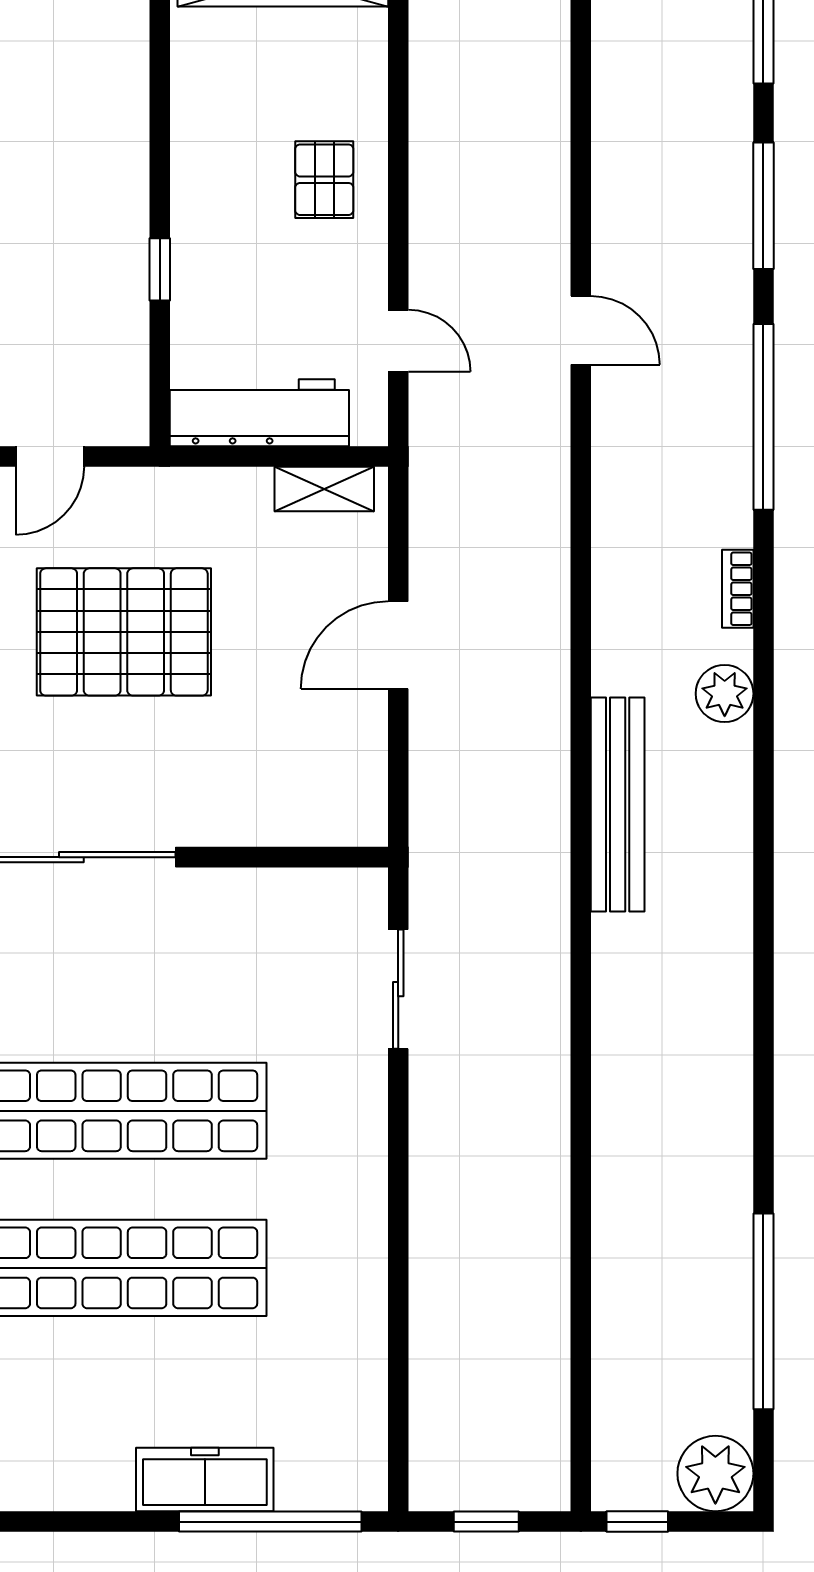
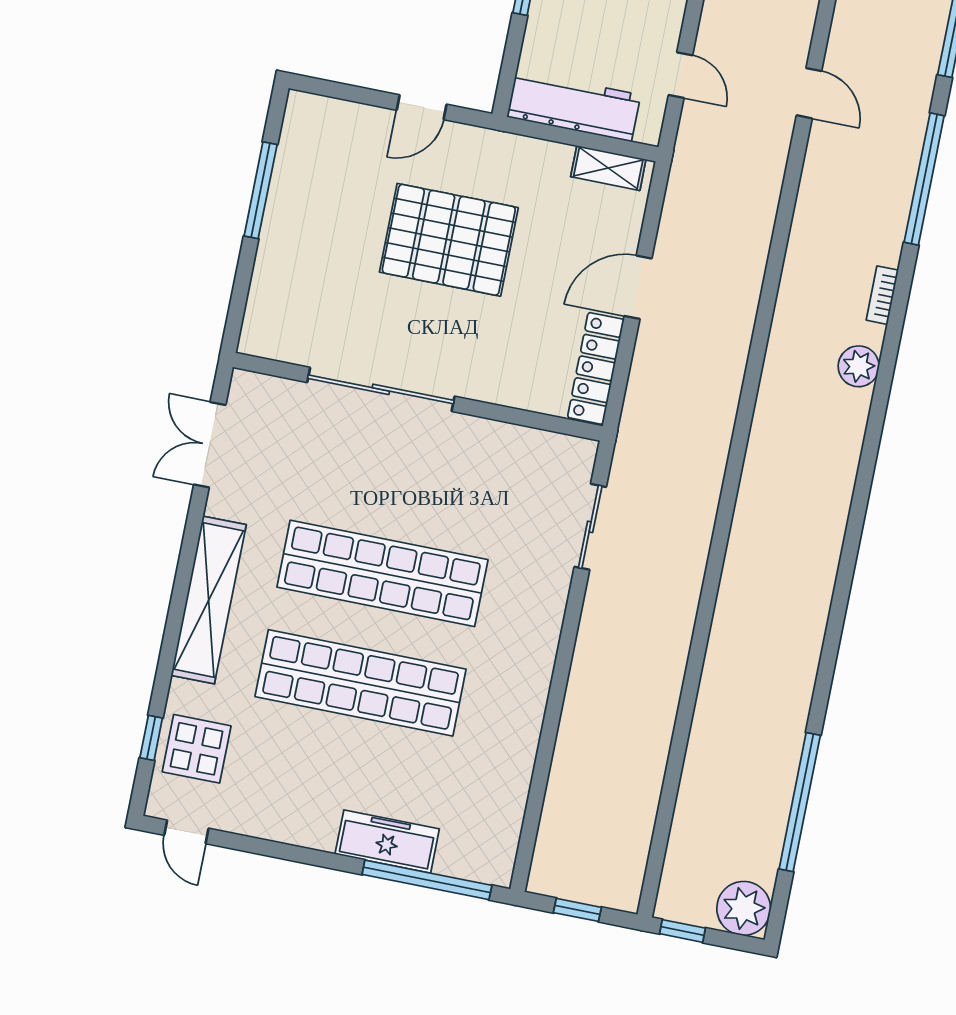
locker: (362, 769) -> (596, 368), added
bench: (618, 805) -> (769, 429), removed

